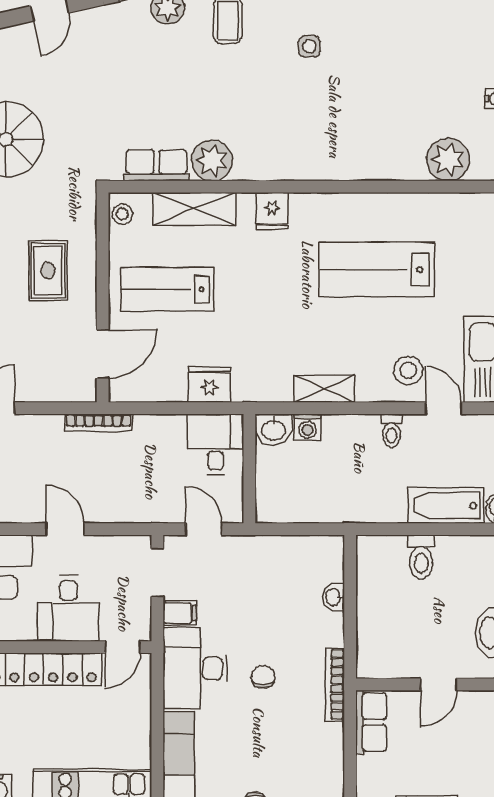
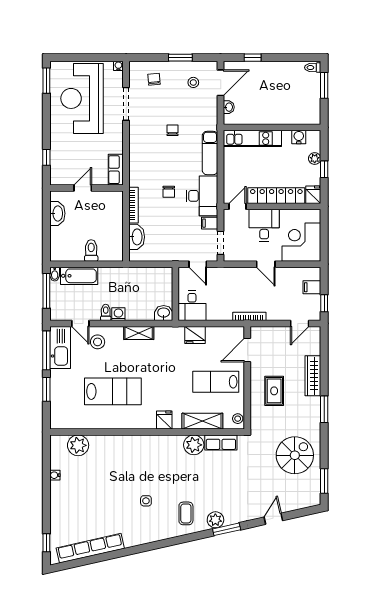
lab bench: (167, 289) -> (216, 382), turned 180
washing machine: (308, 427) -> (118, 314), moved
washbasin: (333, 597) -> (137, 237), width x1.91, depth x1.45
bookcase: (335, 684) -> (133, 205), moved

